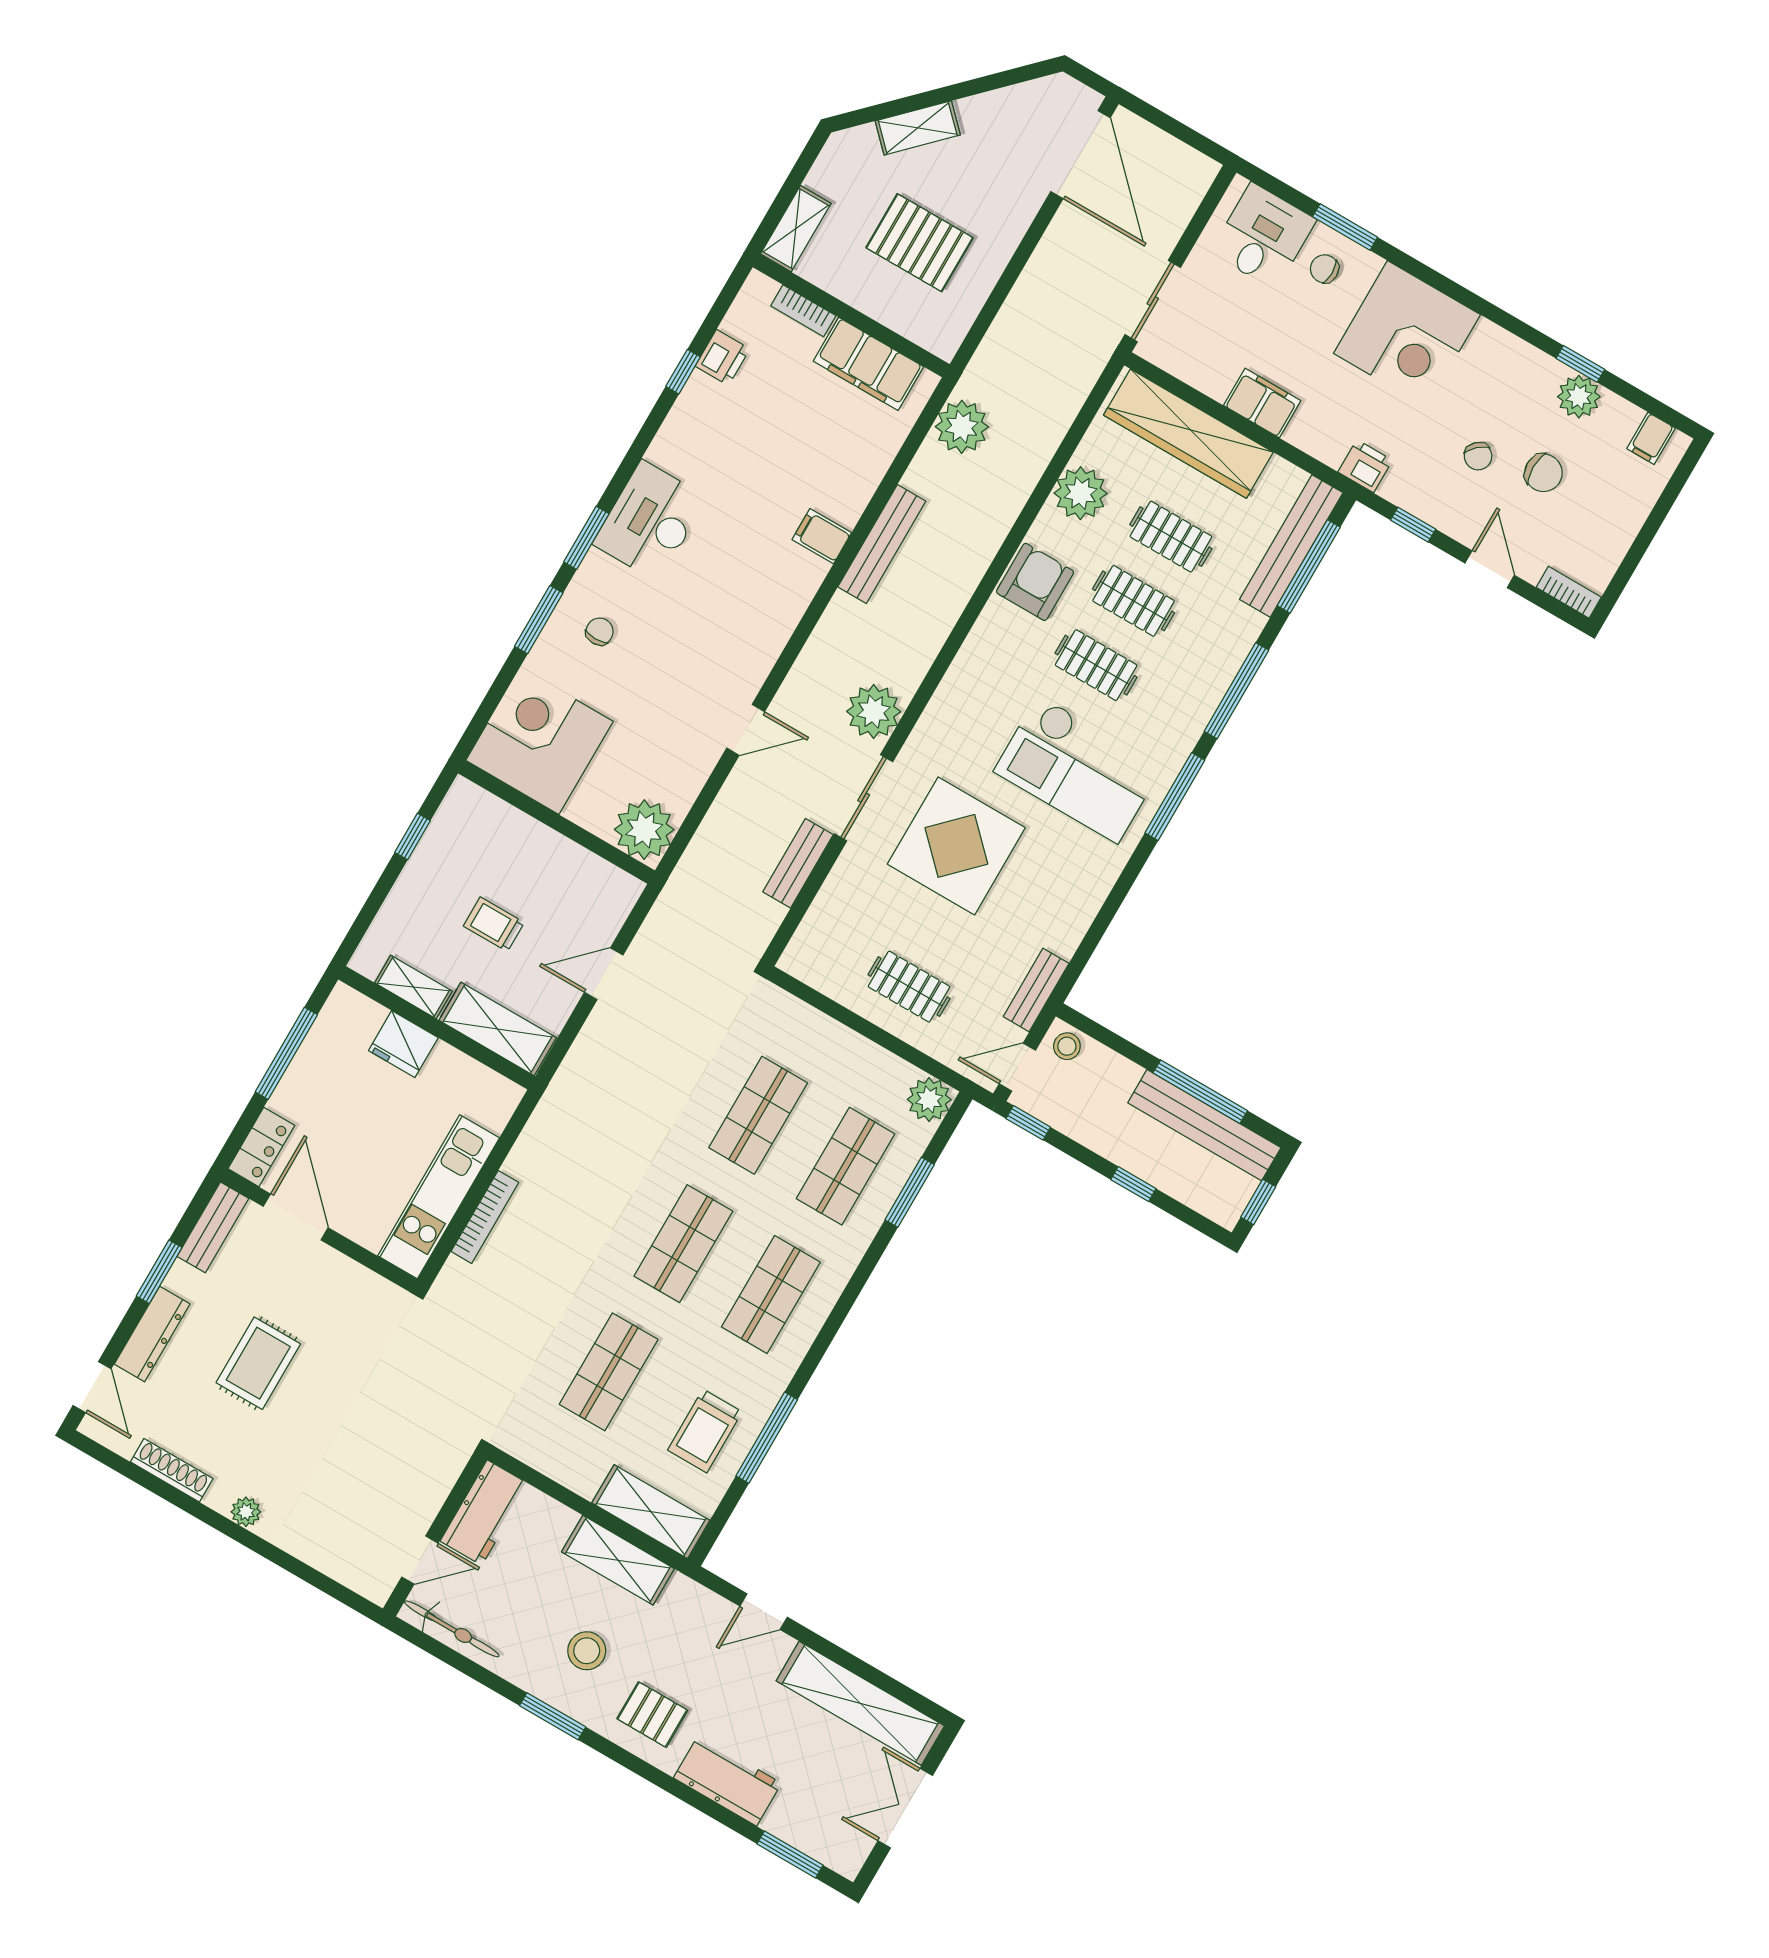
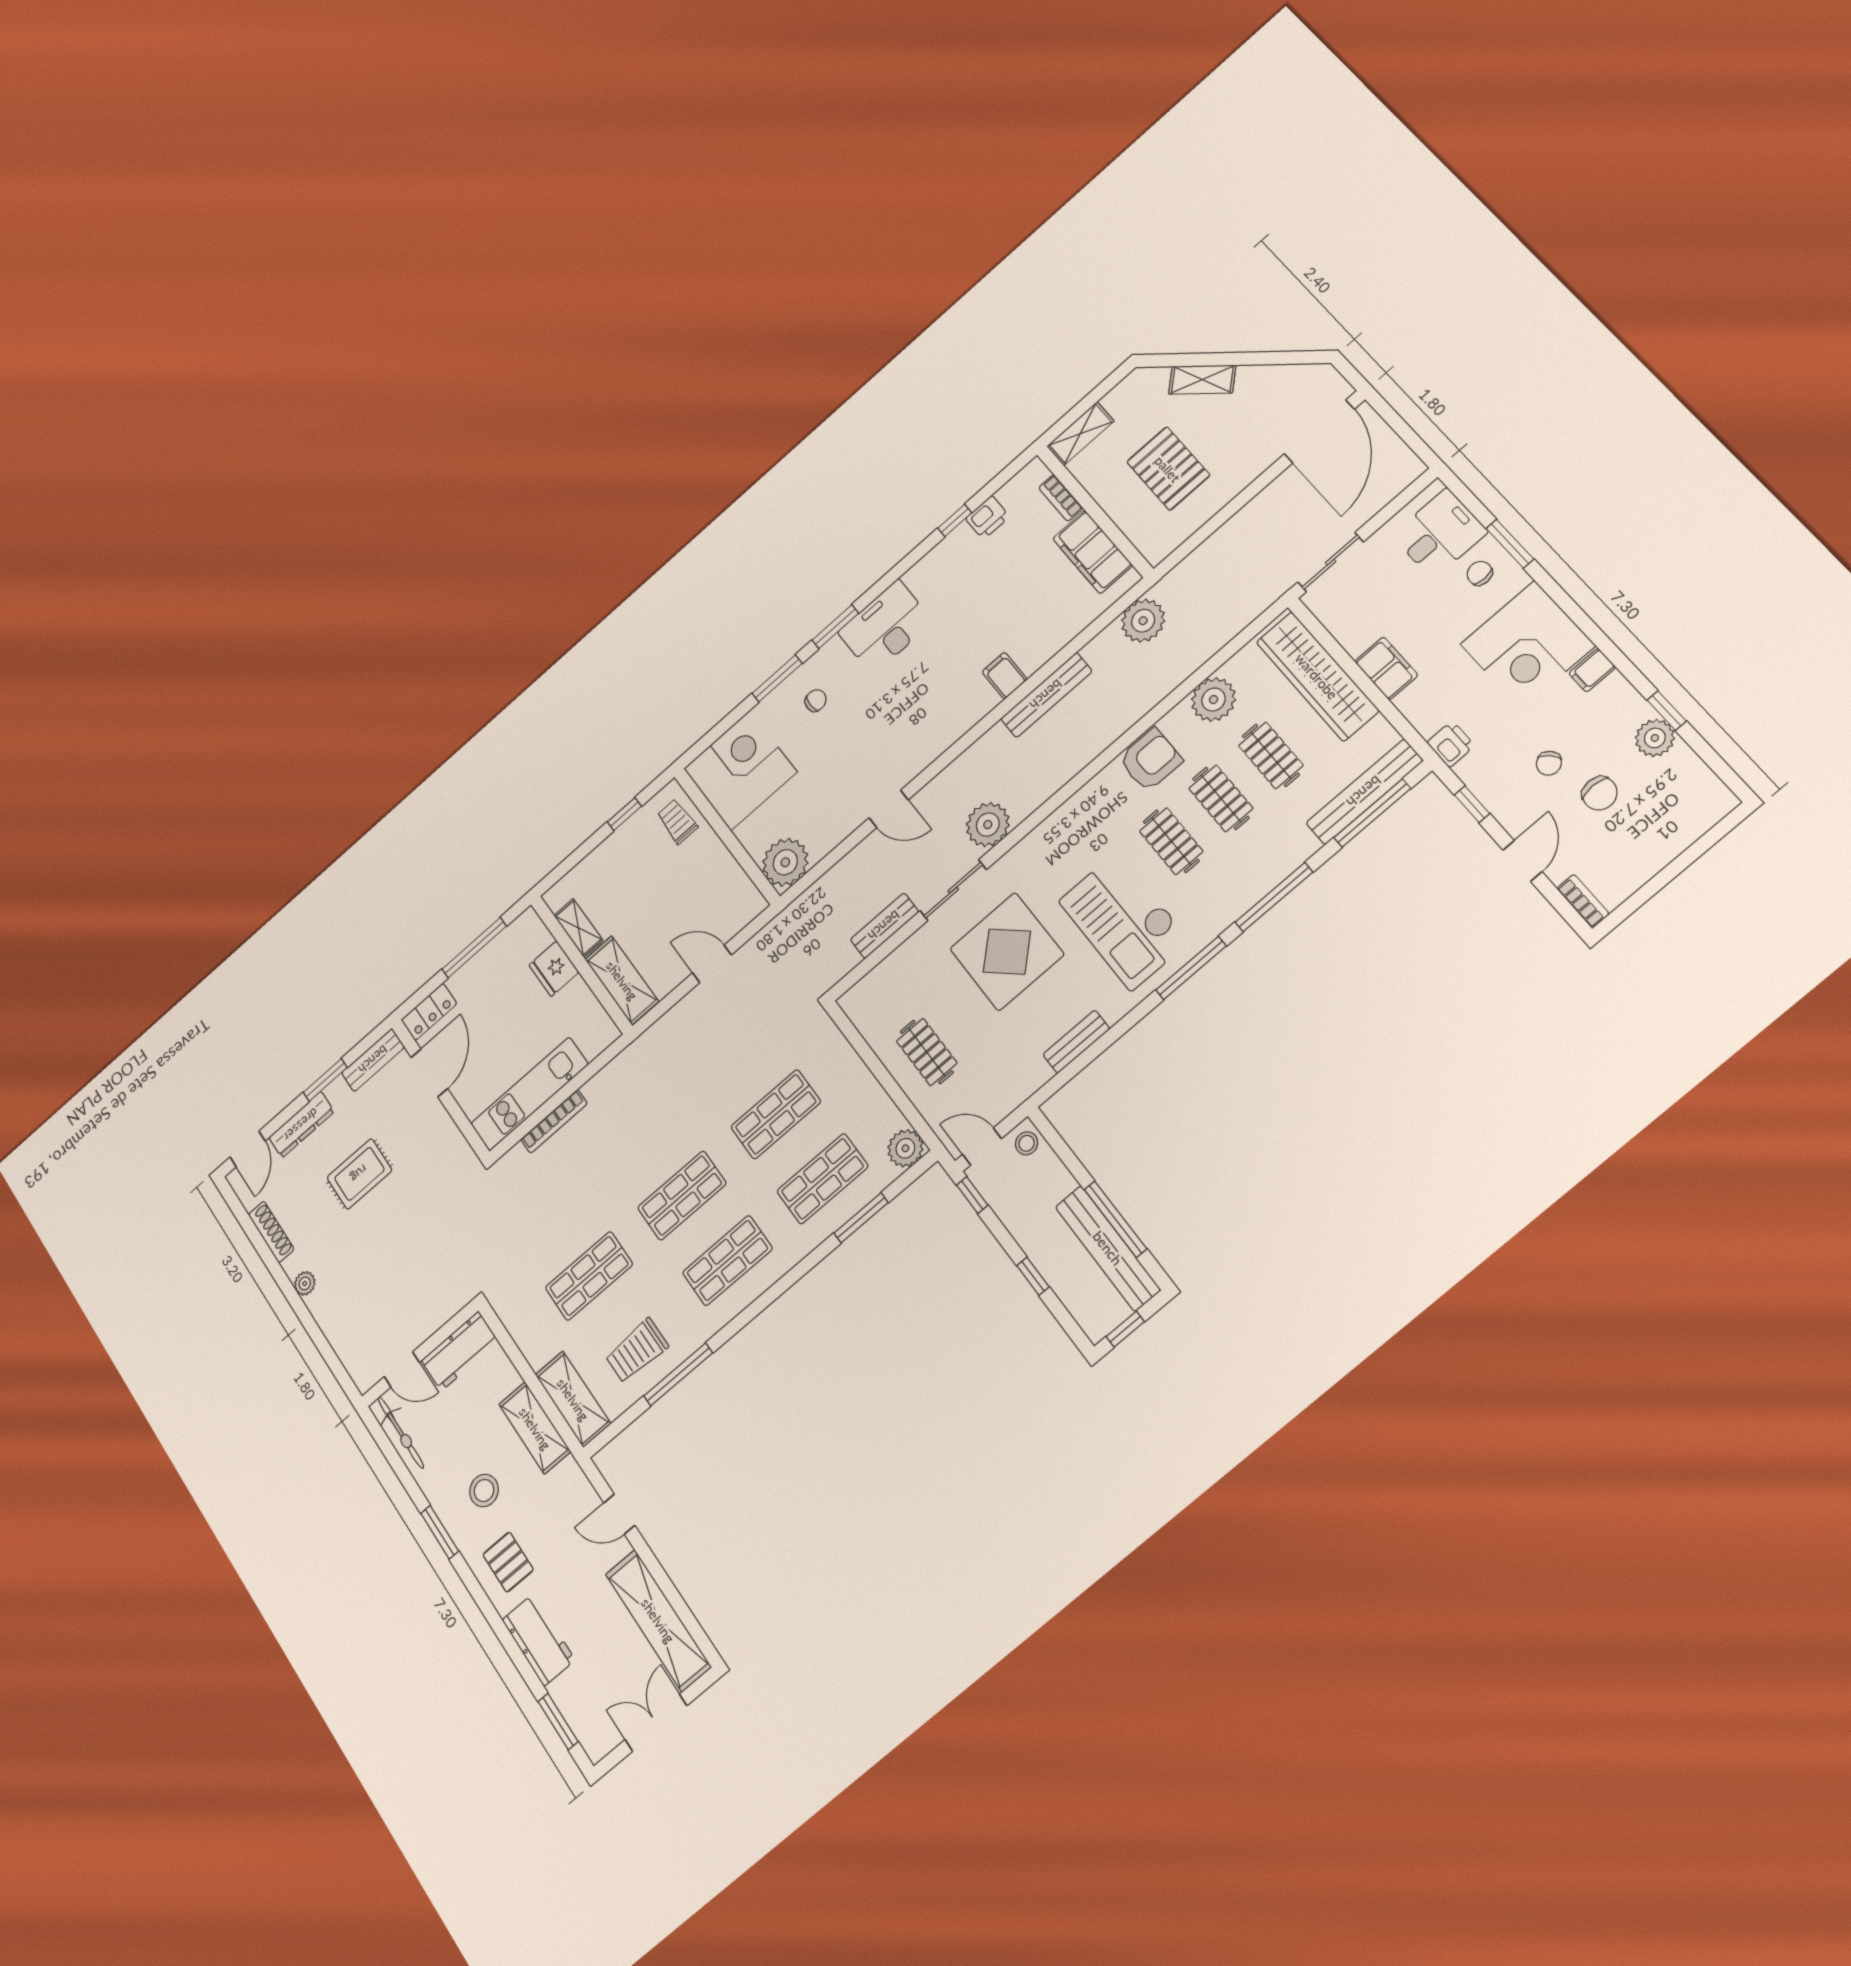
filing cabinet: (1651, 438) -> (1592, 670), moved
trolley: (494, 924) -> (677, 821), moved
bench: (1036, 990) -> (1076, 1042), moved

